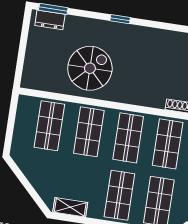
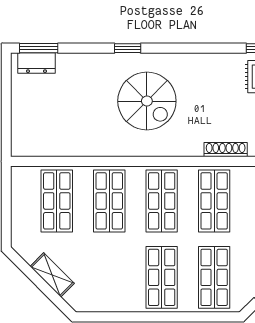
spiral stairs: (90, 68) -> (147, 101), moved, turned 90
shelving: (70, 207) -> (52, 275), moved, turned 45

